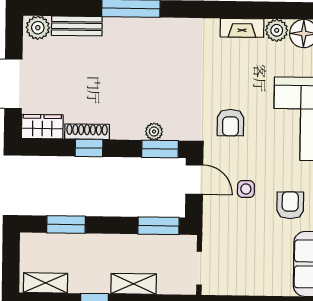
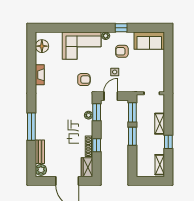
plant: (277, 30) -> (41, 59), removed
window: (66, 224) -> (132, 136), moved

